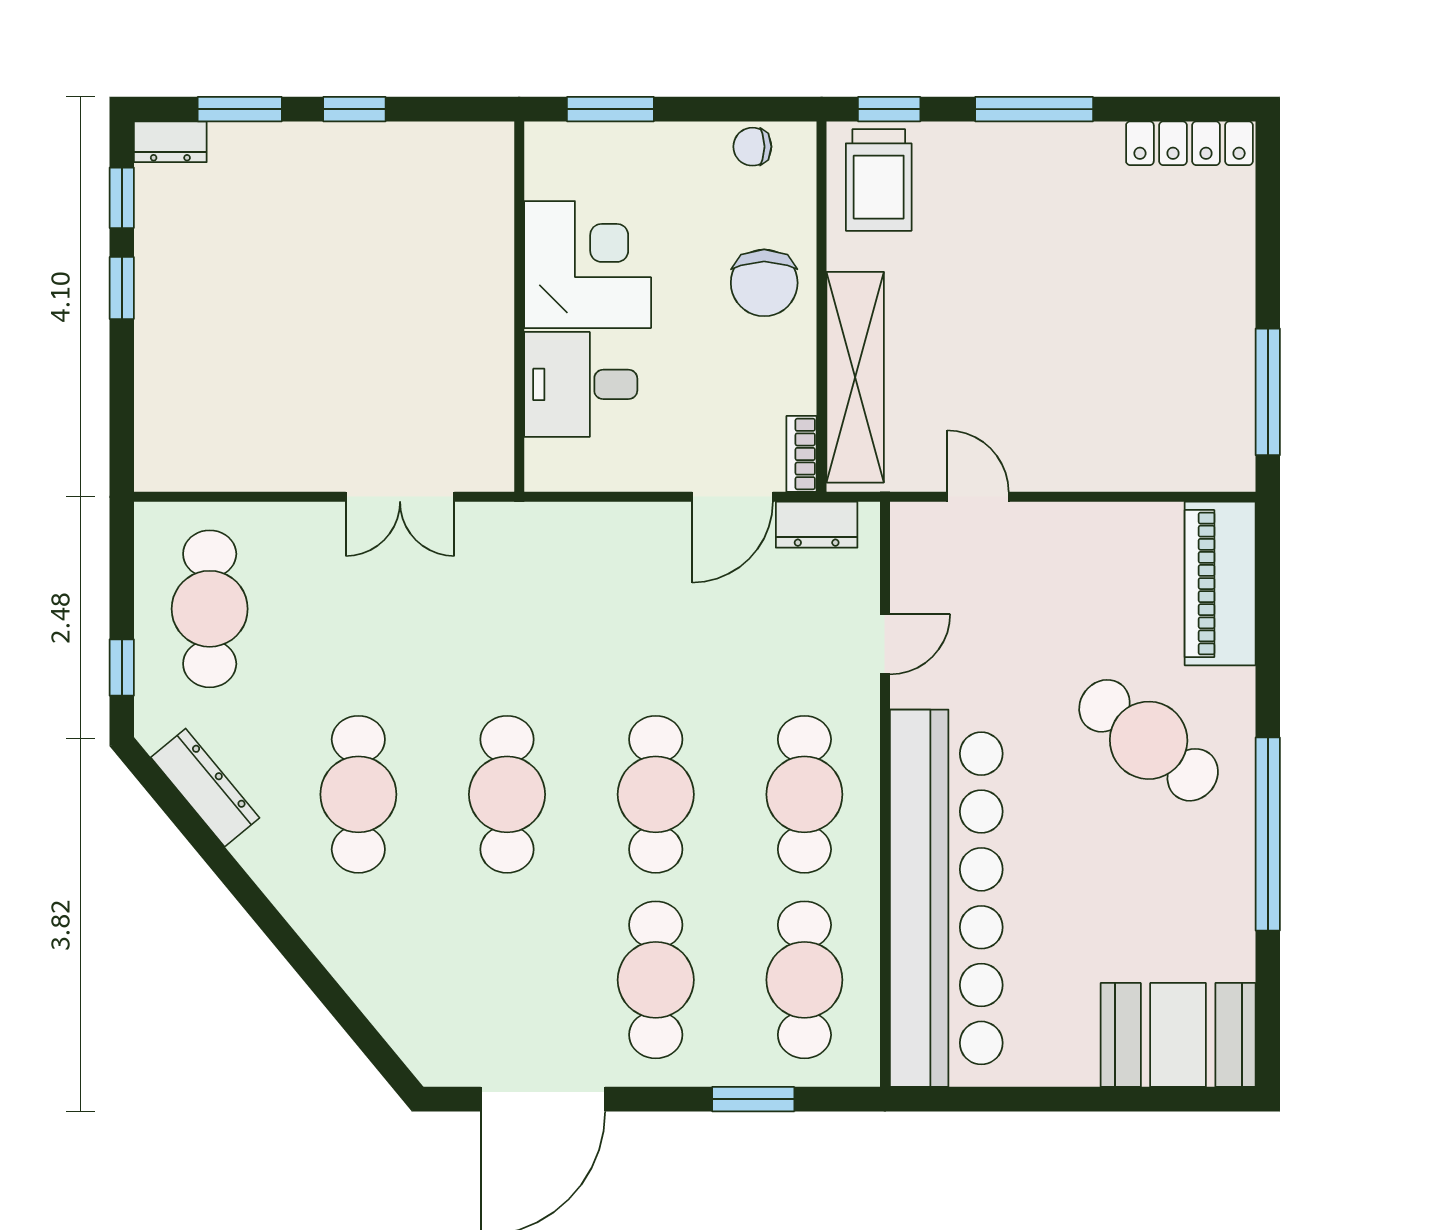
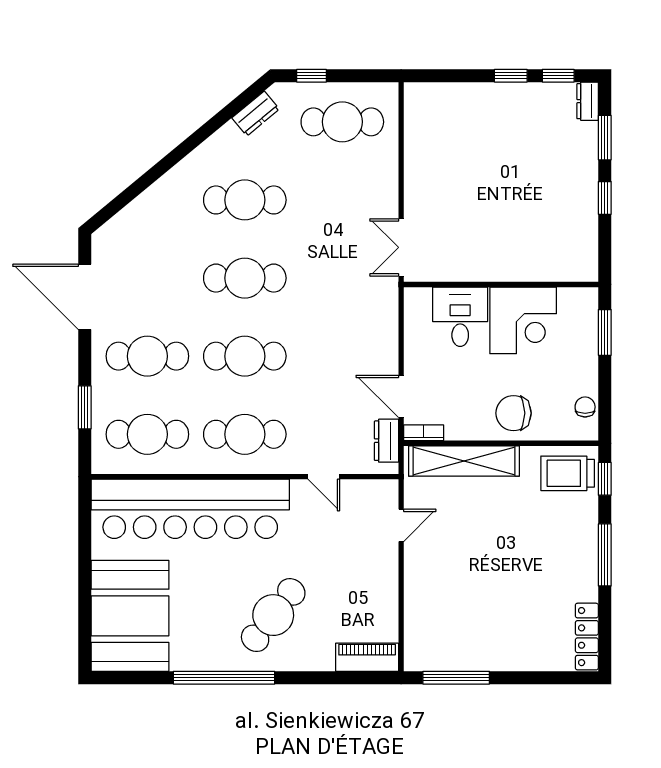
double door: (400, 497) -> (401, 247), moved
piano: (1220, 584) -> (367, 657), width x0.73, depth x0.75
dresser: (205, 788) -> (256, 114), width x0.70
booth: (1178, 1035) -> (130, 616), width x1.36, depth x1.42

